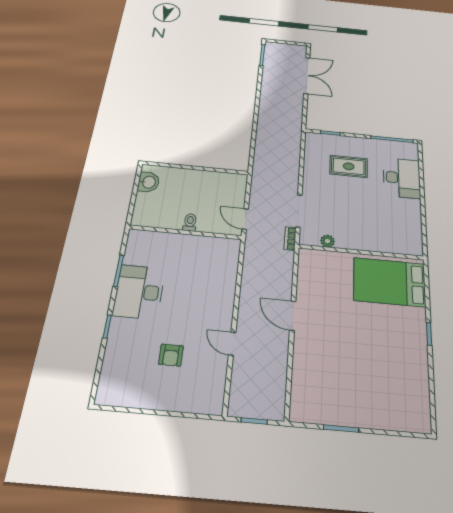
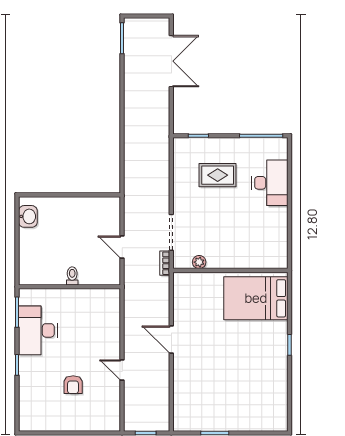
toilet: (190, 222) -> (72, 276), moved
wall: (186, 232) -> (70, 287), moved

